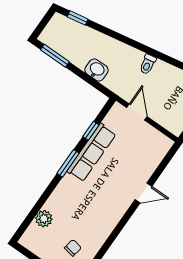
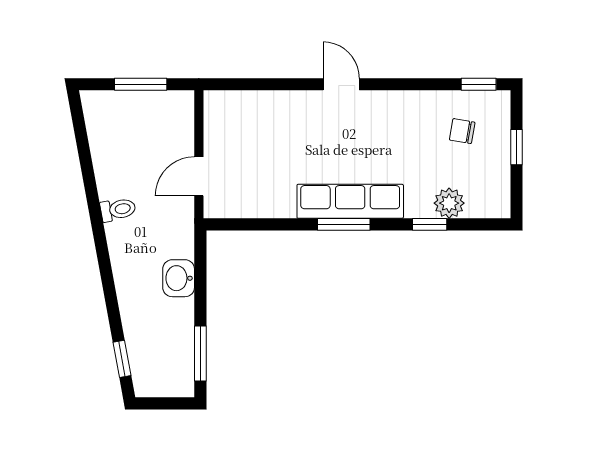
window: (91, 131) -> (430, 224), moved
row of seats: (91, 153) -> (350, 201), moved
door: (143, 193) -> (341, 84), moved

